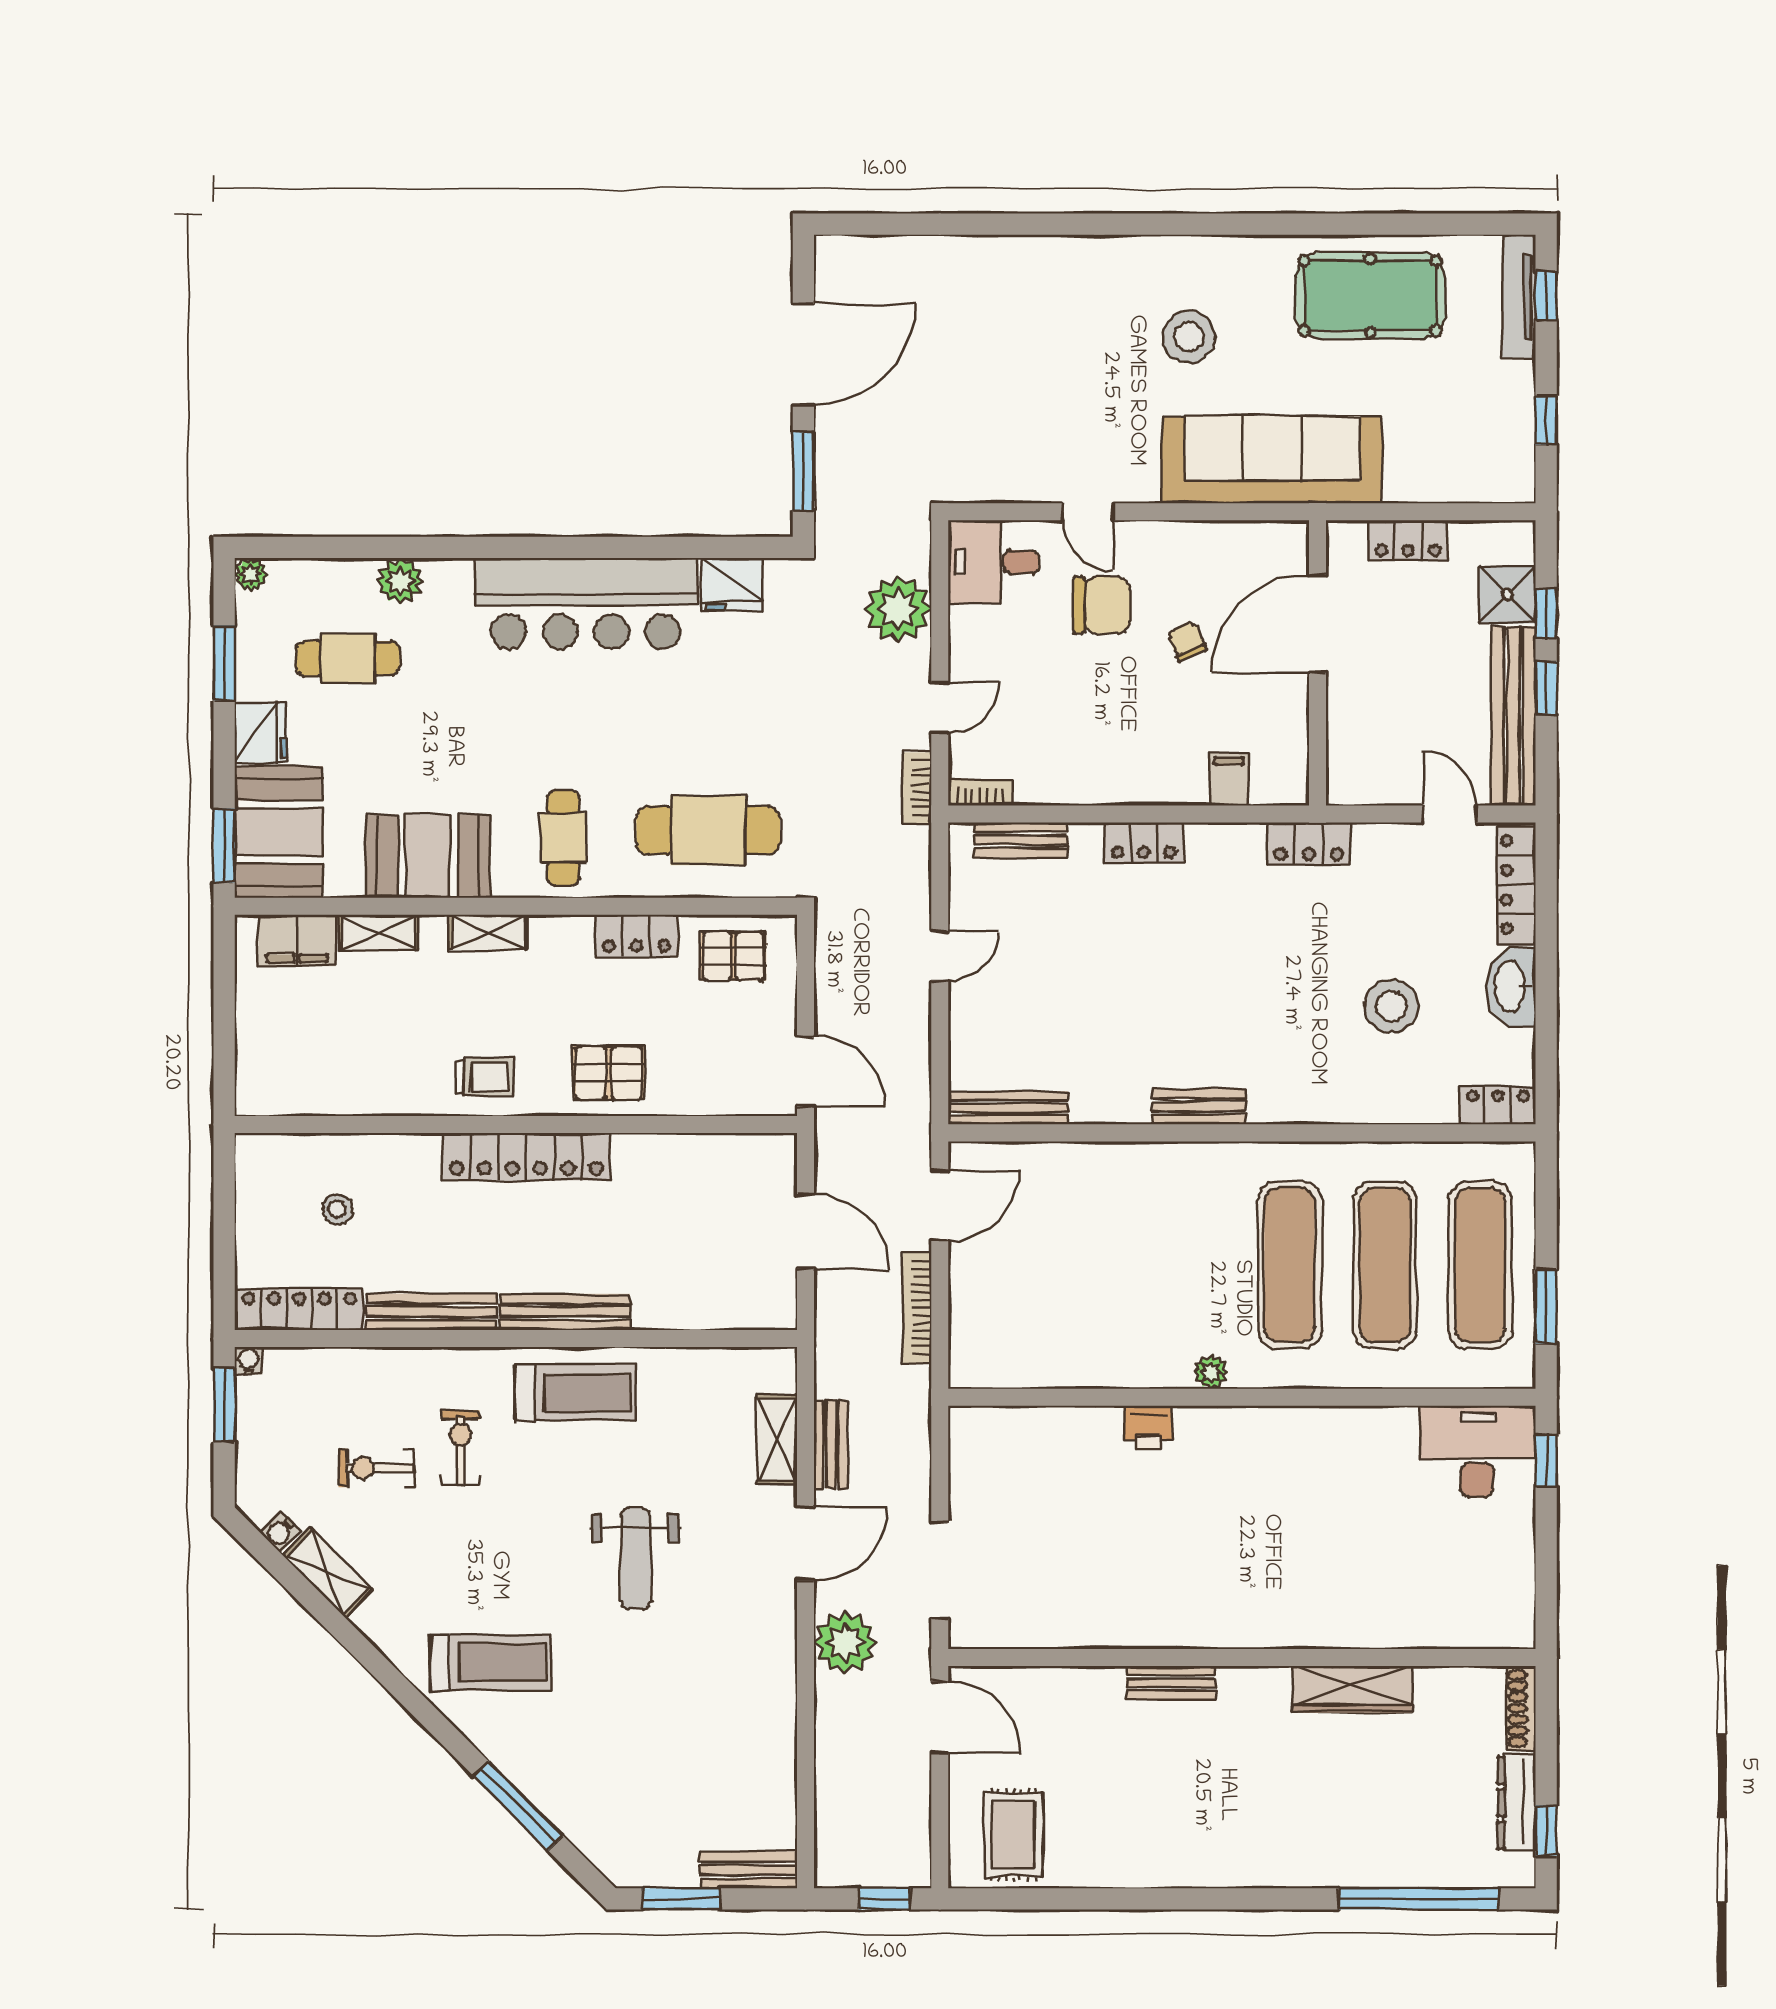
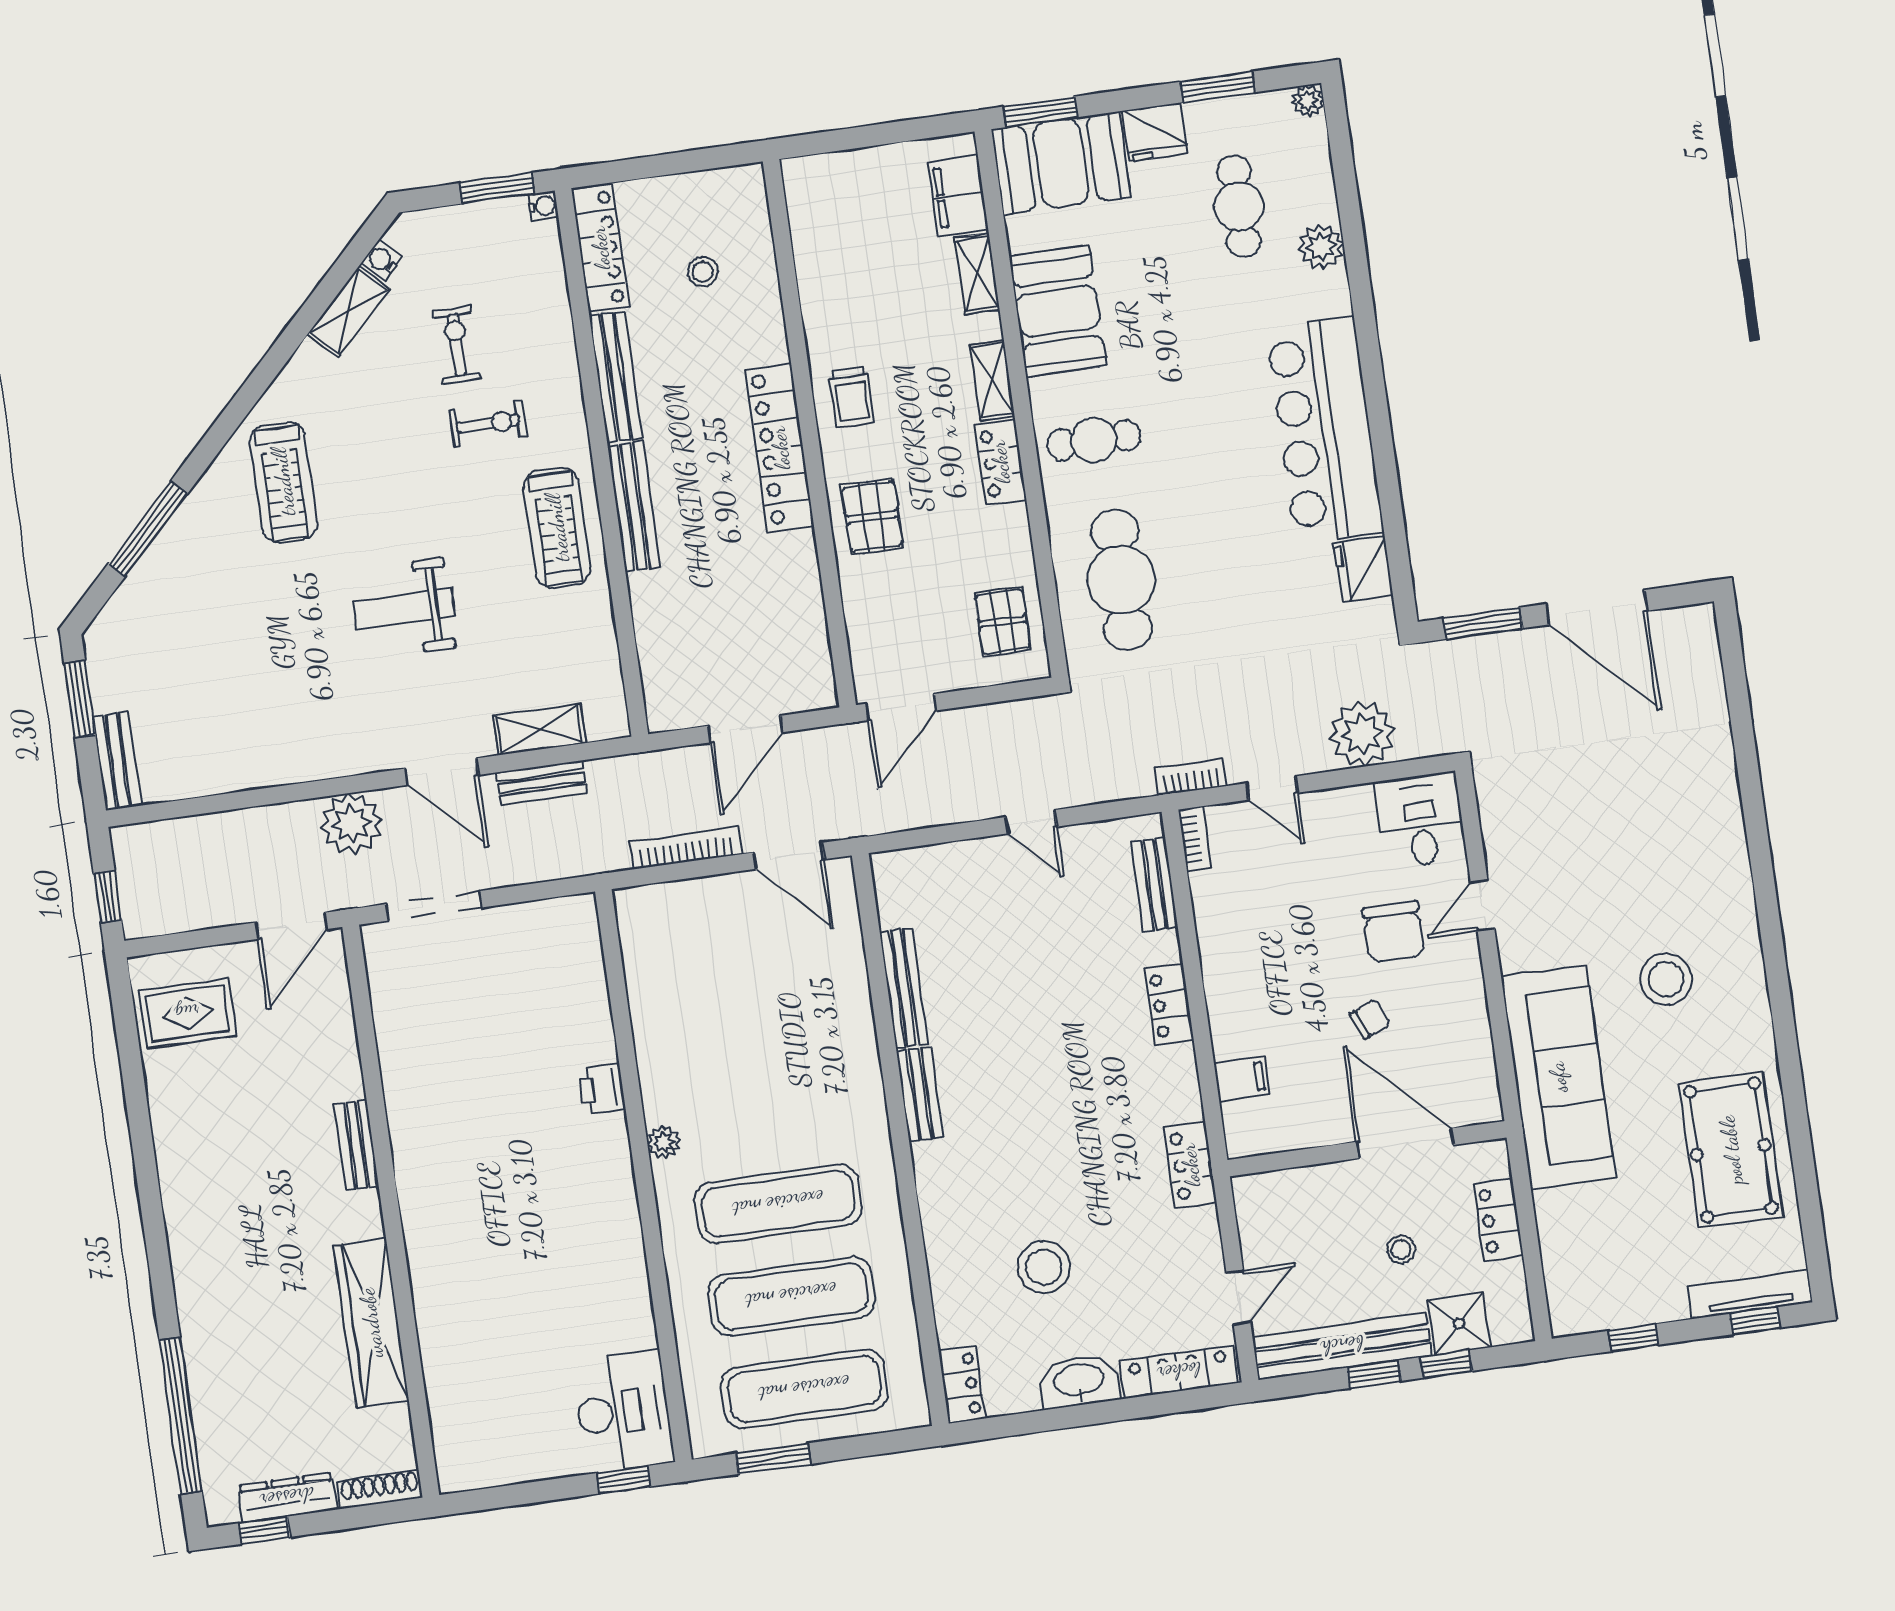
stool: (1424, 643) -> (1401, 1249), added
locker: (636, 936) -> (1000, 462), moved
bench: (1008, 1108) -> (904, 988), moved
wardrobe: (1352, 1689) -> (371, 1323), width x1.40, depth x1.17

